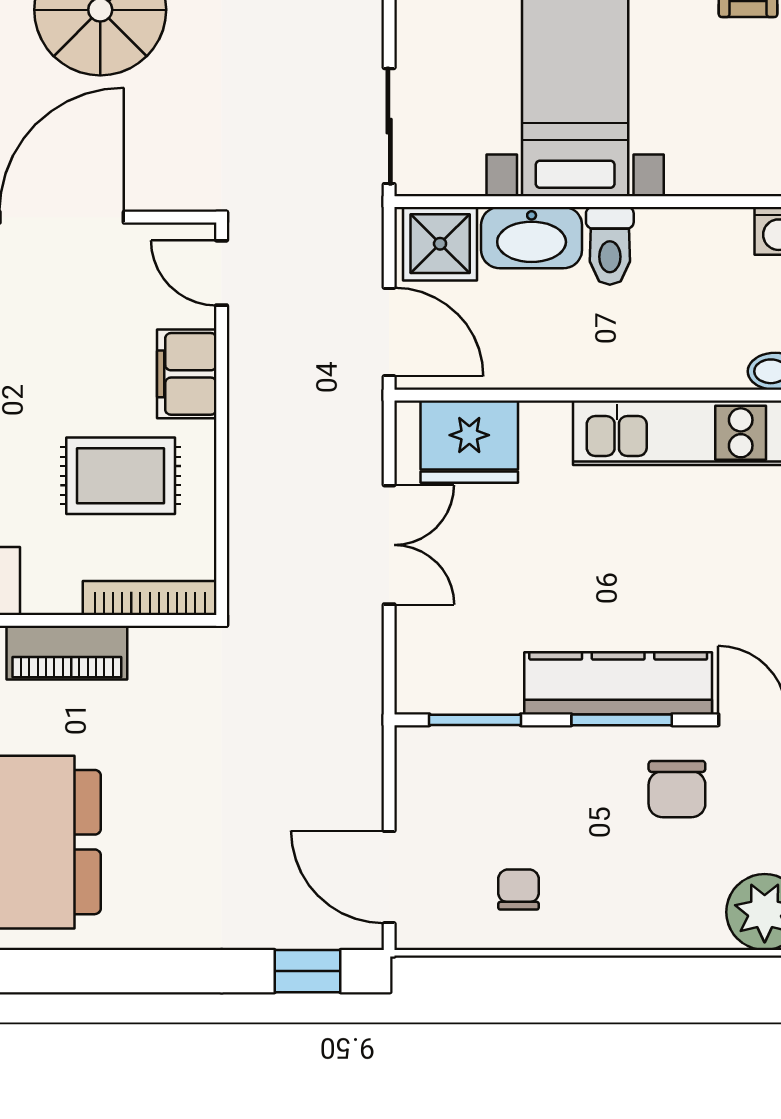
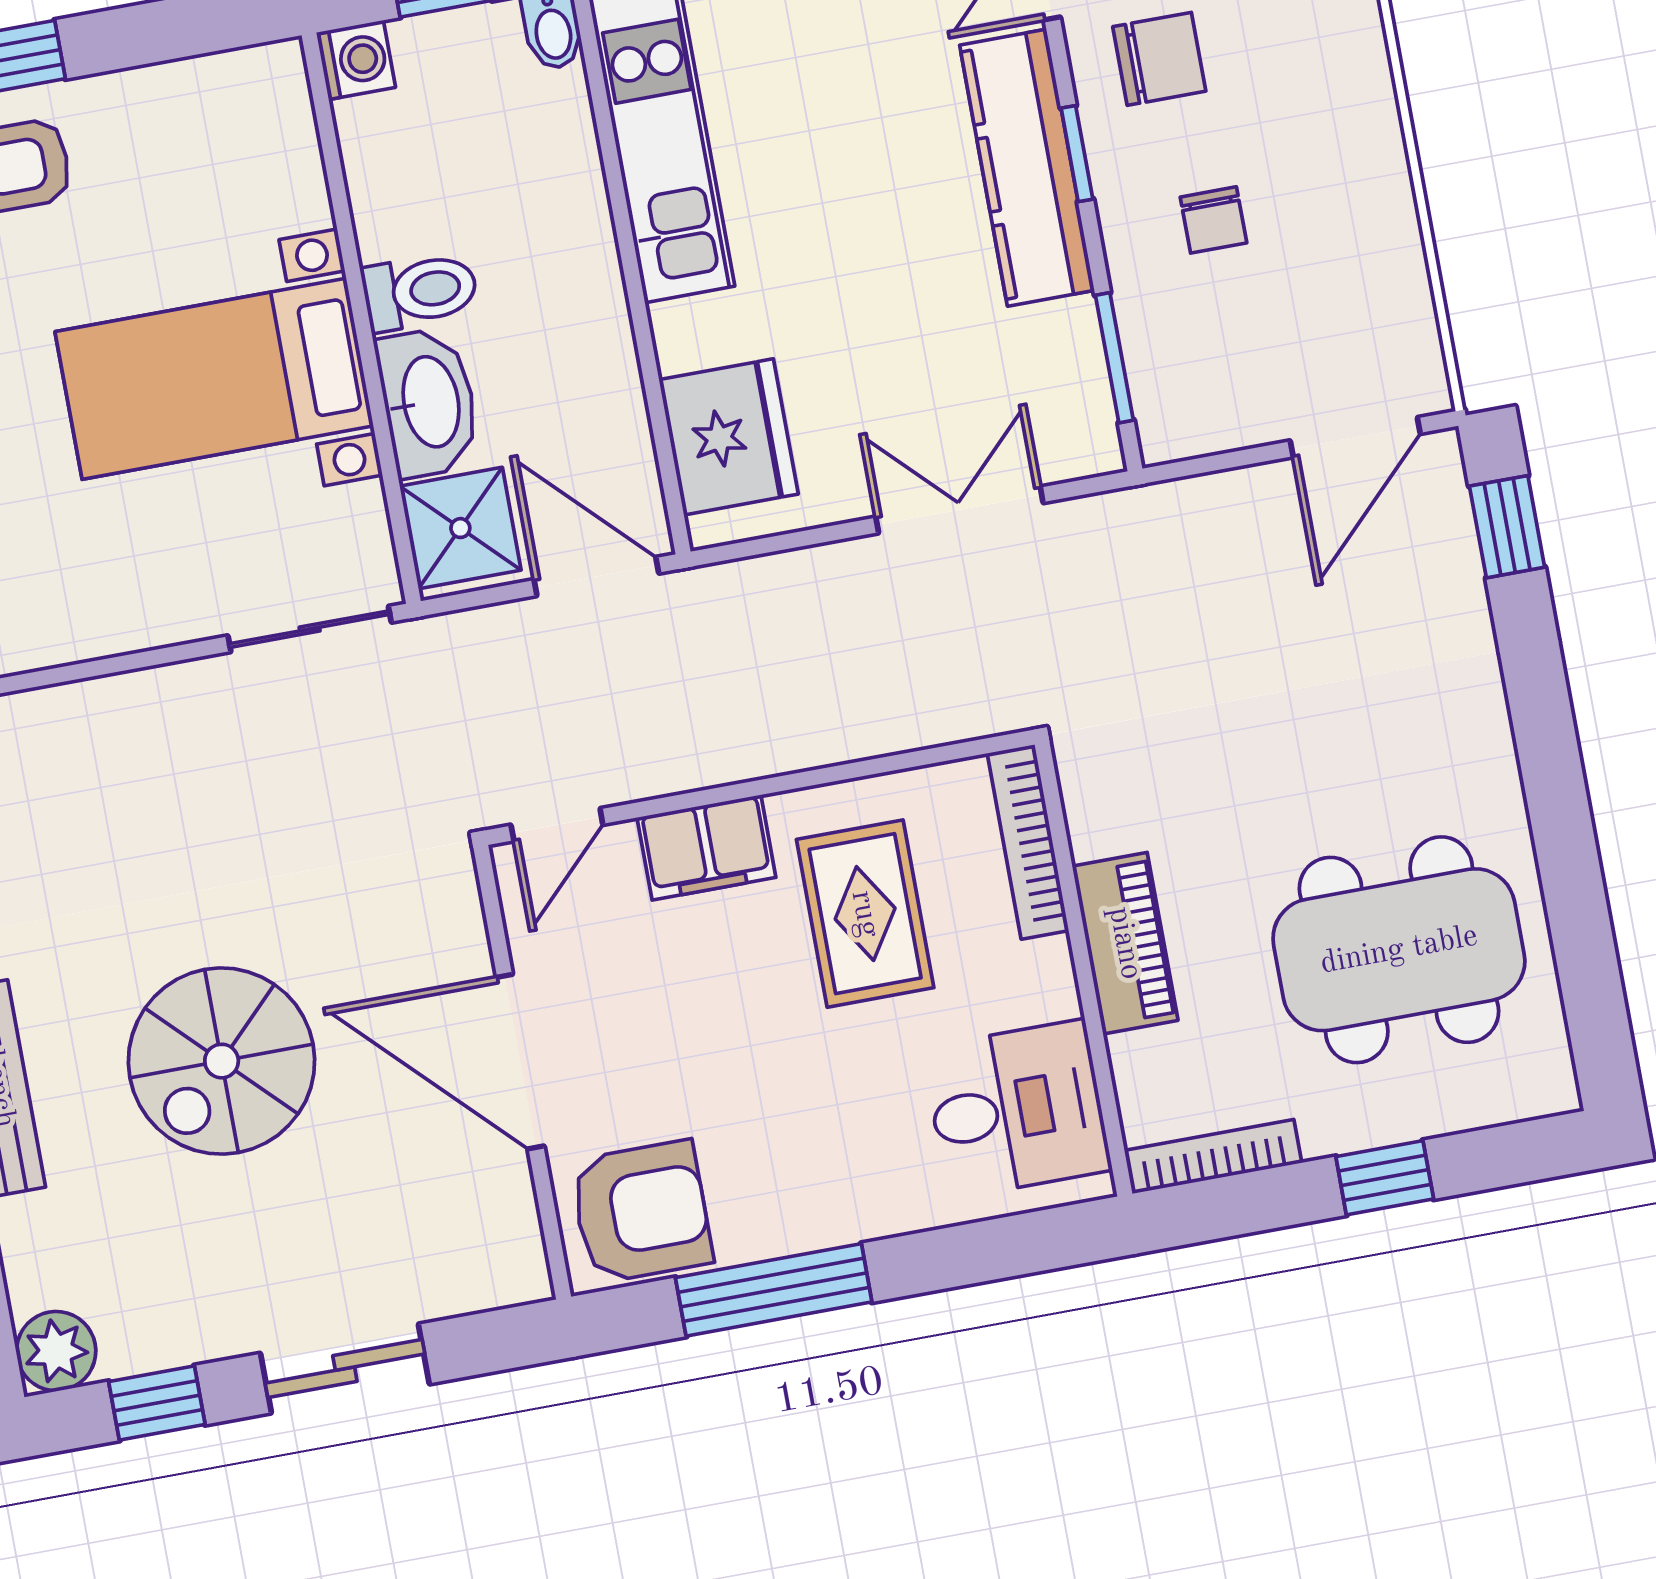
door: (389, 332) -> (596, 576), hinge flipped
double door: (389, 545) -> (959, 510), moved
window: (622, 720) -> (1077, 154), width x0.67
chair: (519, 890) -> (1214, 220), moved, turned -90

